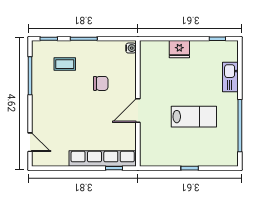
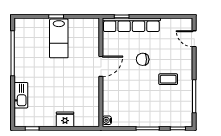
coffee table: (65, 64) -> (168, 79), moved
chair: (101, 83) -> (143, 59), moved
lab bench: (194, 117) -> (59, 38), moved, turned -90

